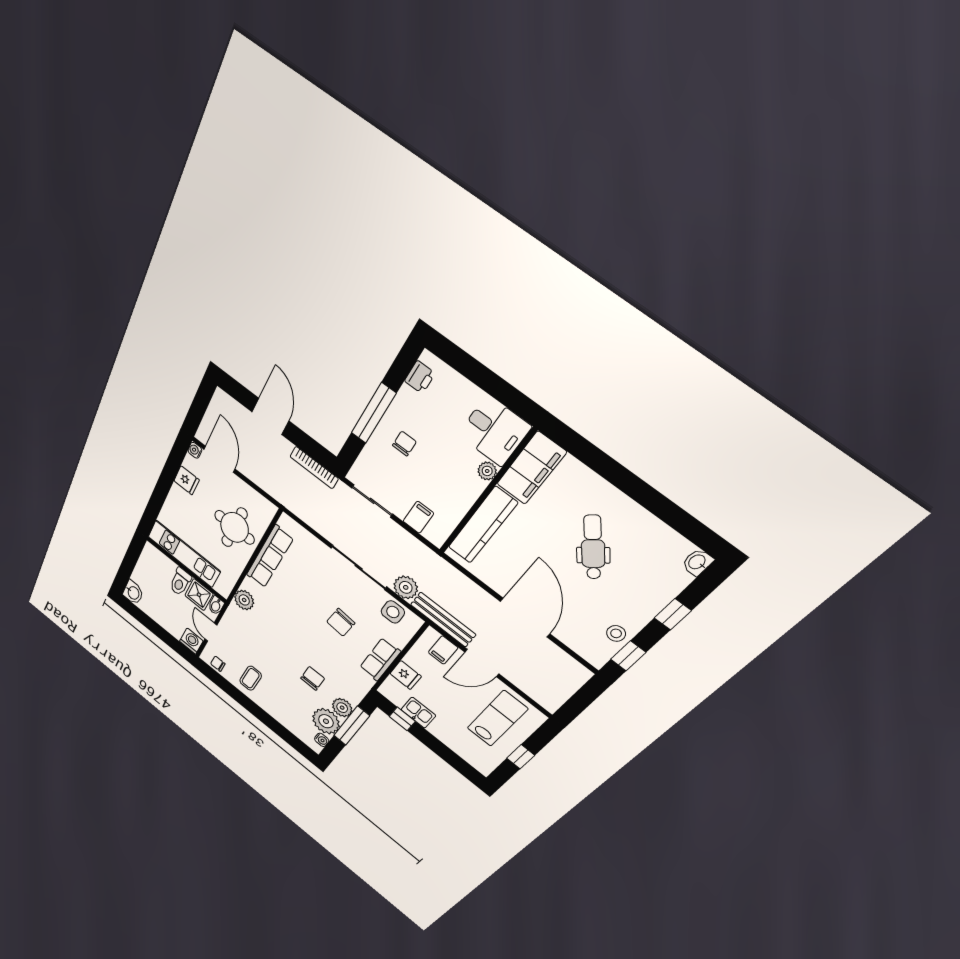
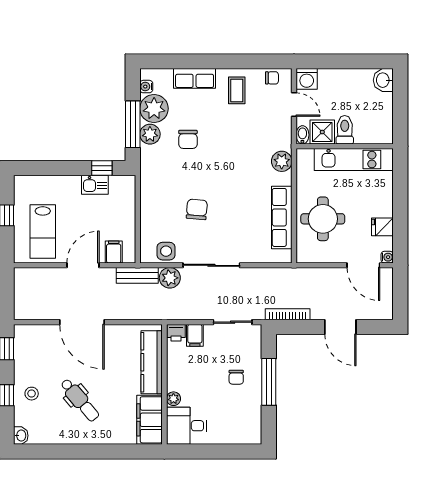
printer: (420, 377) -> (176, 333), moved, turned -90
bench: (443, 620) -> (137, 275), width x0.73
stool: (616, 633) -> (32, 394), moved
row of seats: (380, 660) -> (195, 78), moved, turned 90
fridge: (406, 675) -> (124, 208), removed

